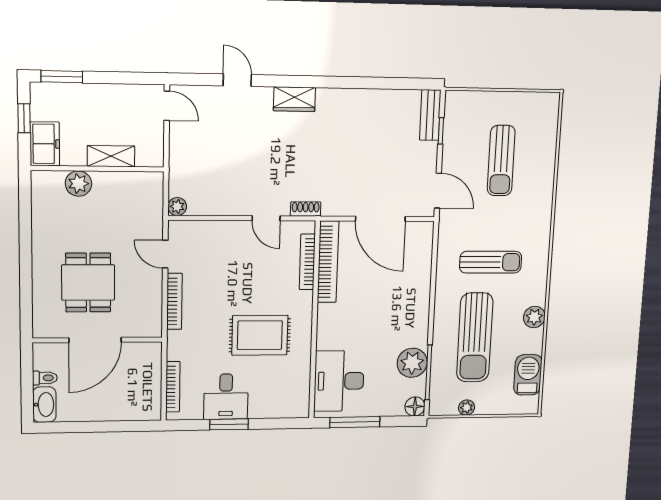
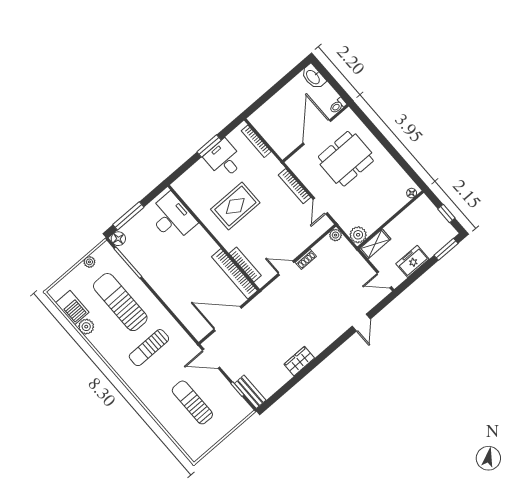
door: (237, 80) -> (361, 323), hinge flipped
wardrobe: (294, 99) -> (299, 361), moved
freezer: (45, 144) -> (412, 261), moved, turned 90
shelving: (111, 156) -> (375, 244), moved
floor lamp: (45, 178) -> (412, 193), added
plant: (78, 184) -> (358, 235), moved
shoe rack: (306, 209) -> (306, 259), moved
door: (165, 254) -> (320, 206), swing flipped
dining table: (88, 282) -> (346, 159), width x1.38
plant: (534, 317) -> (86, 327), moved
plant: (412, 363) -> (142, 260), removed
toilet: (45, 378) -> (338, 106), moved
window: (355, 422) -> (128, 216), moved

